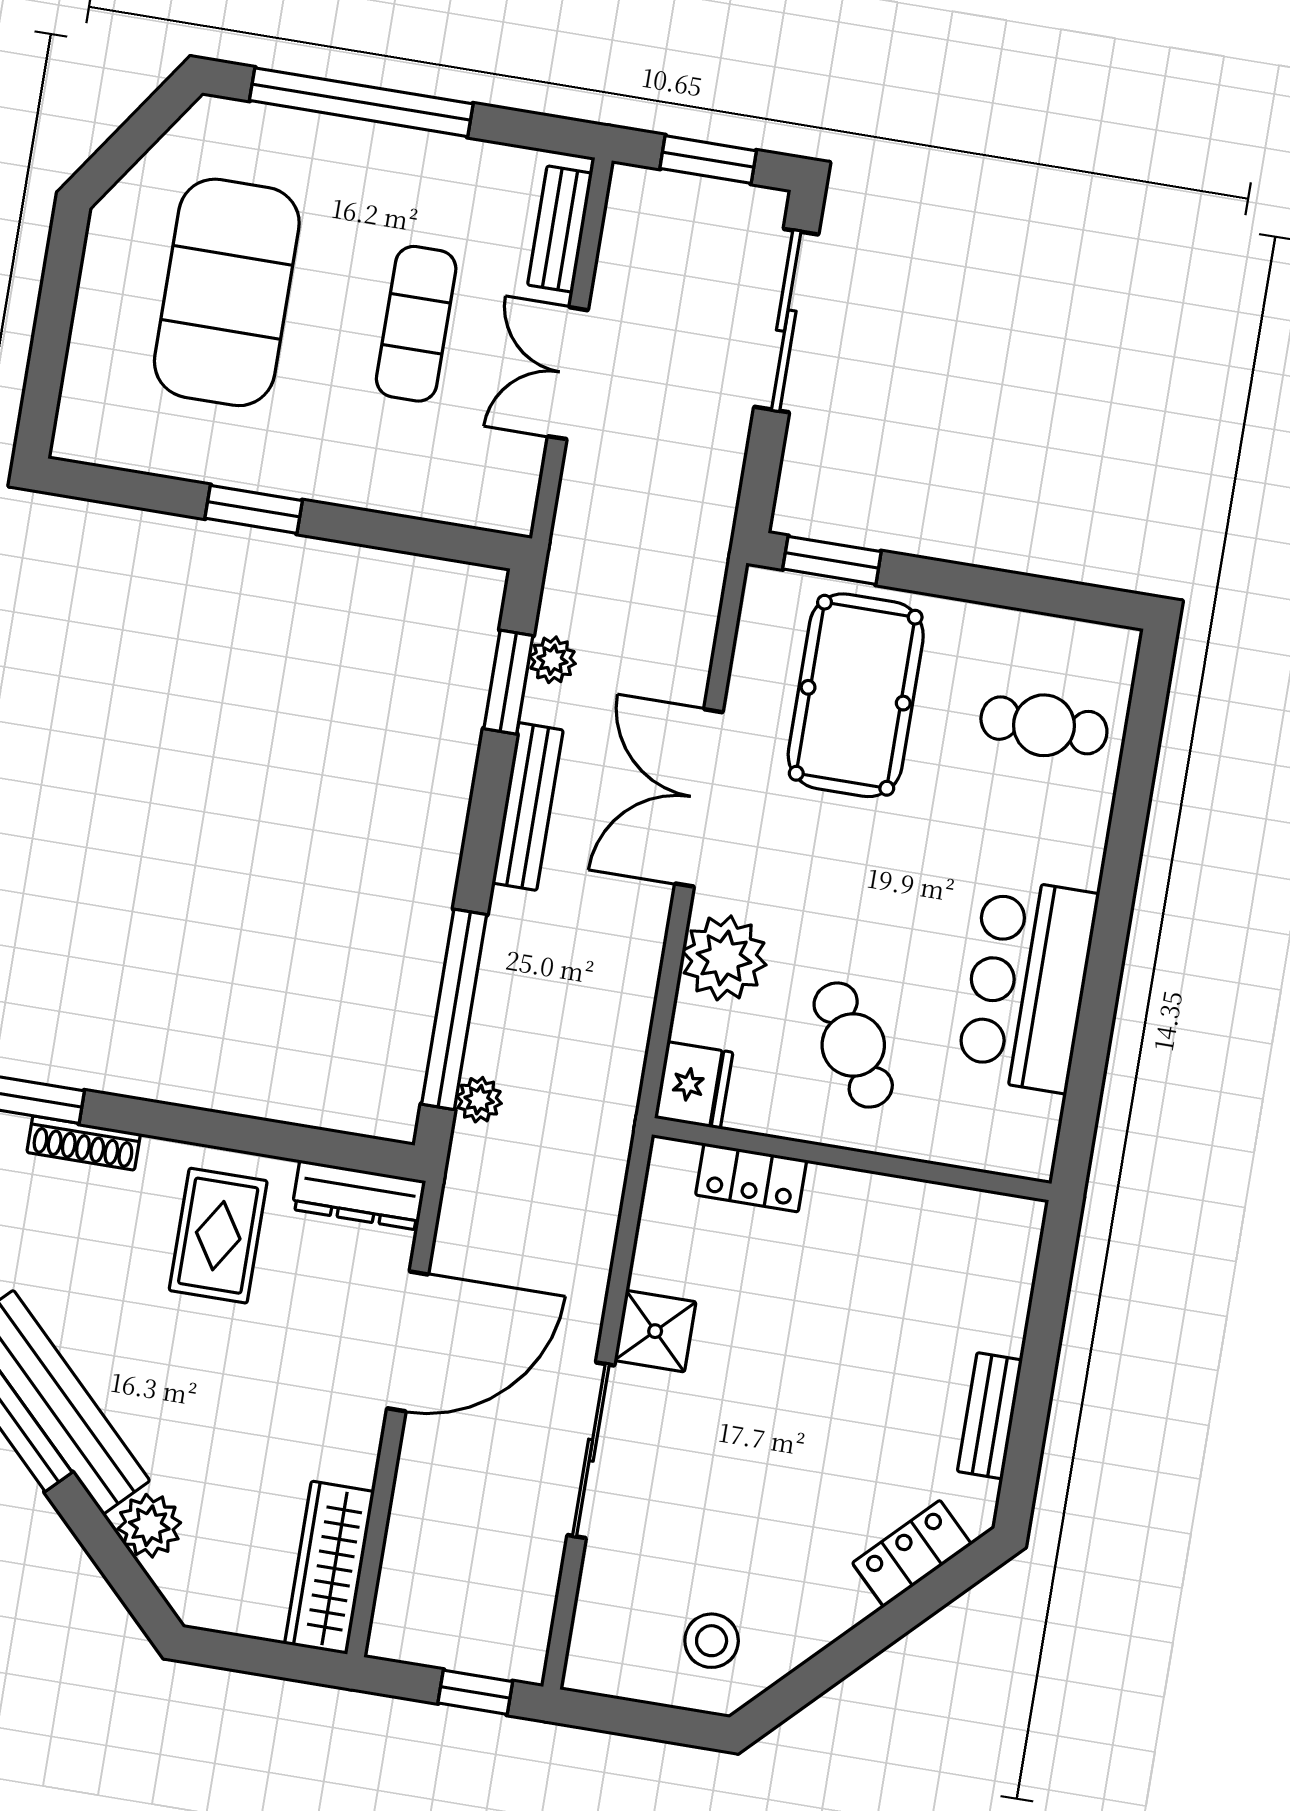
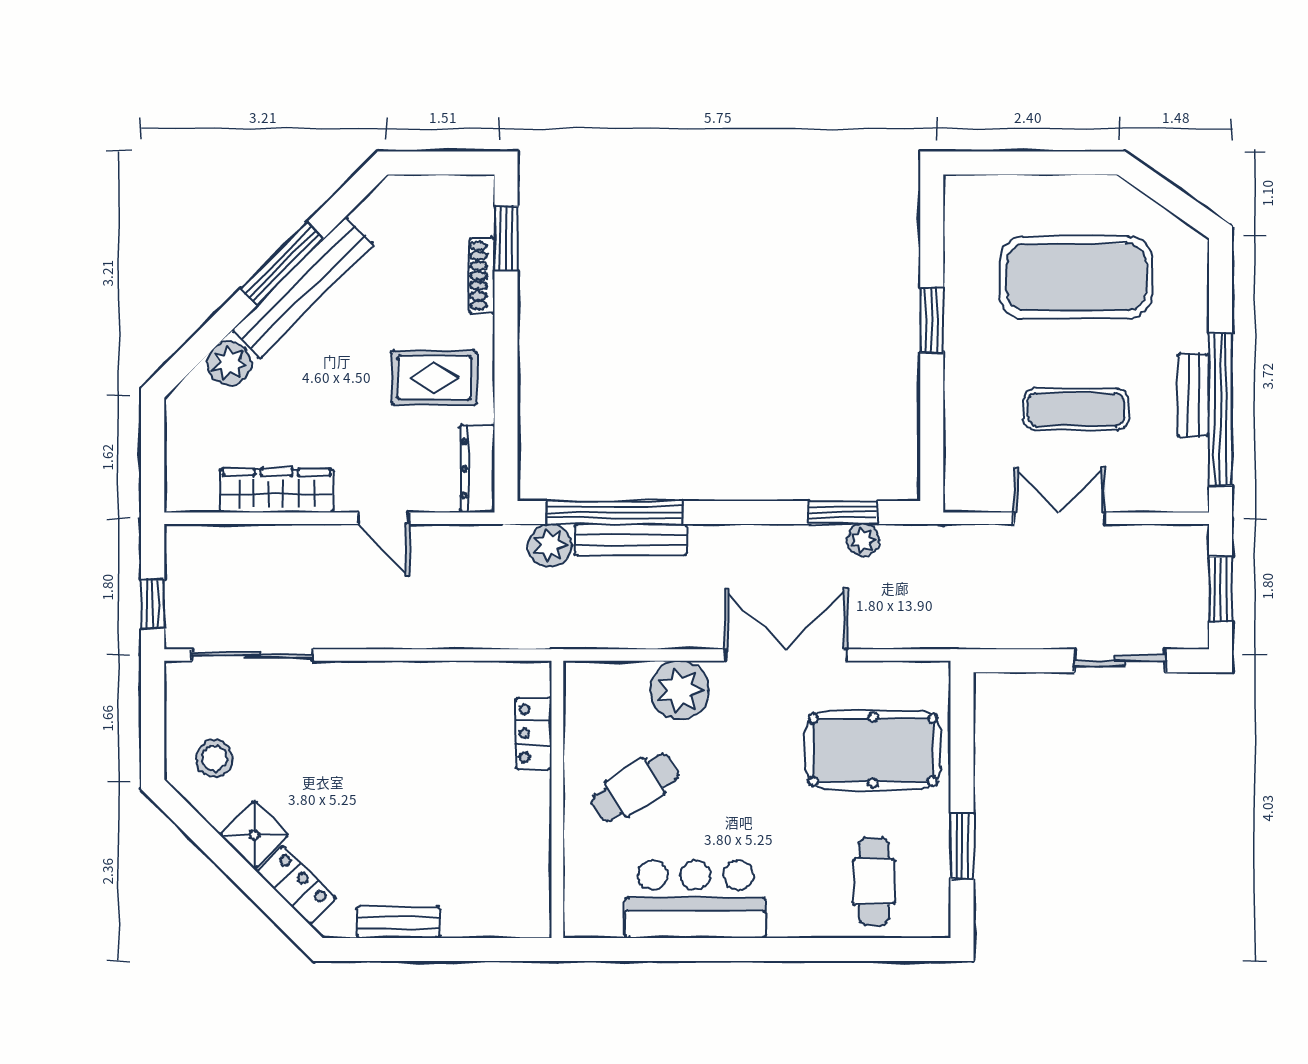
window: (361, 102) -> (1220, 410), moved
bench: (560, 229) -> (1193, 395), moved, turned 90
sliding door: (786, 321) -> (1120, 661), width x0.73
window: (832, 560) -> (962, 846), moved
bench: (528, 807) -> (631, 540), moved
fridge: (694, 1085) -> (590, 684), removed
plant: (479, 1100) -> (550, 545), width x1.38, depth x1.38
shower: (655, 1331) -> (254, 835), moved, turned 45
door: (408, 1341) -> (384, 518), width x0.53
sliding door: (591, 1450) -> (252, 655), moved
wardrobe: (329, 1568) -> (277, 491), moved

